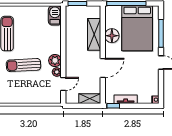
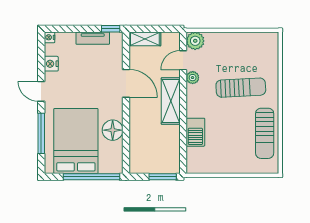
barbecue: (55, 15) -> (195, 132), moved
shelving: (94, 34) -> (171, 101), moved
plant: (55, 60) -> (195, 41), moved
door: (103, 68) -> (126, 83), swing flipped
nightstand: (154, 82) -> (51, 64), added

